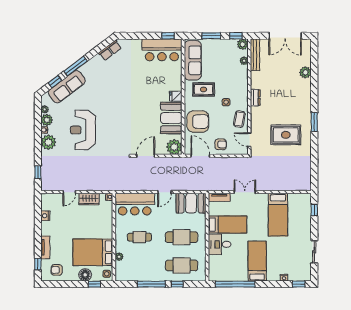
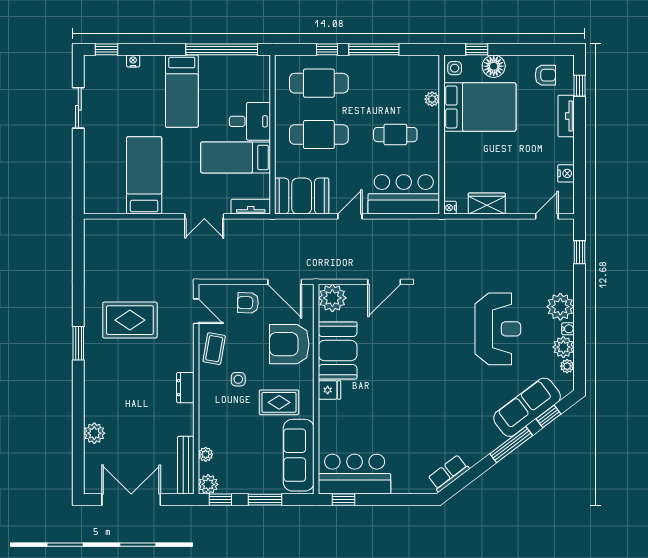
door: (69, 192) -> (547, 216), moved
window: (314, 210) -> (78, 184), removed

